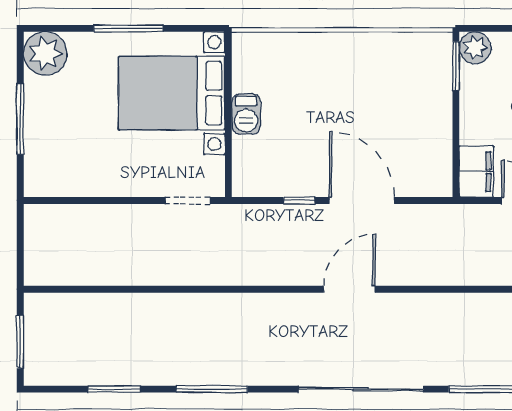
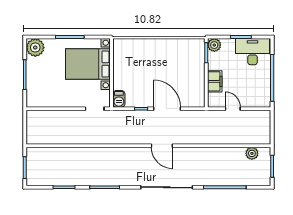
barbecue: (246, 114) -> (119, 99), moved
filing cabinet: (476, 171) -> (215, 81), moved
door: (349, 289) -> (162, 146), swing flipped

